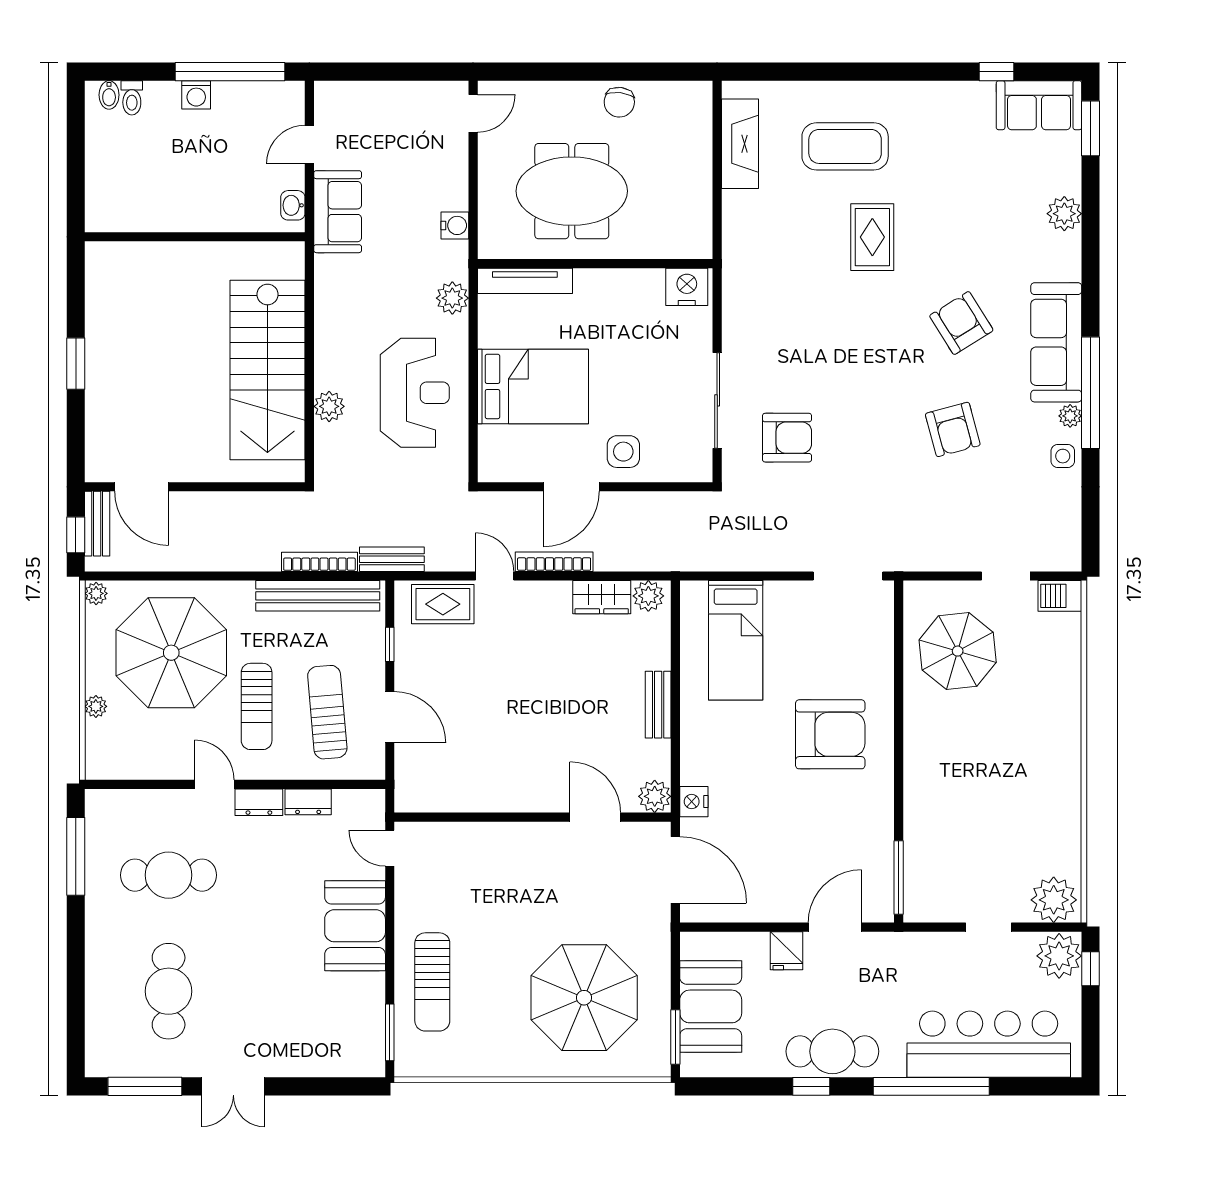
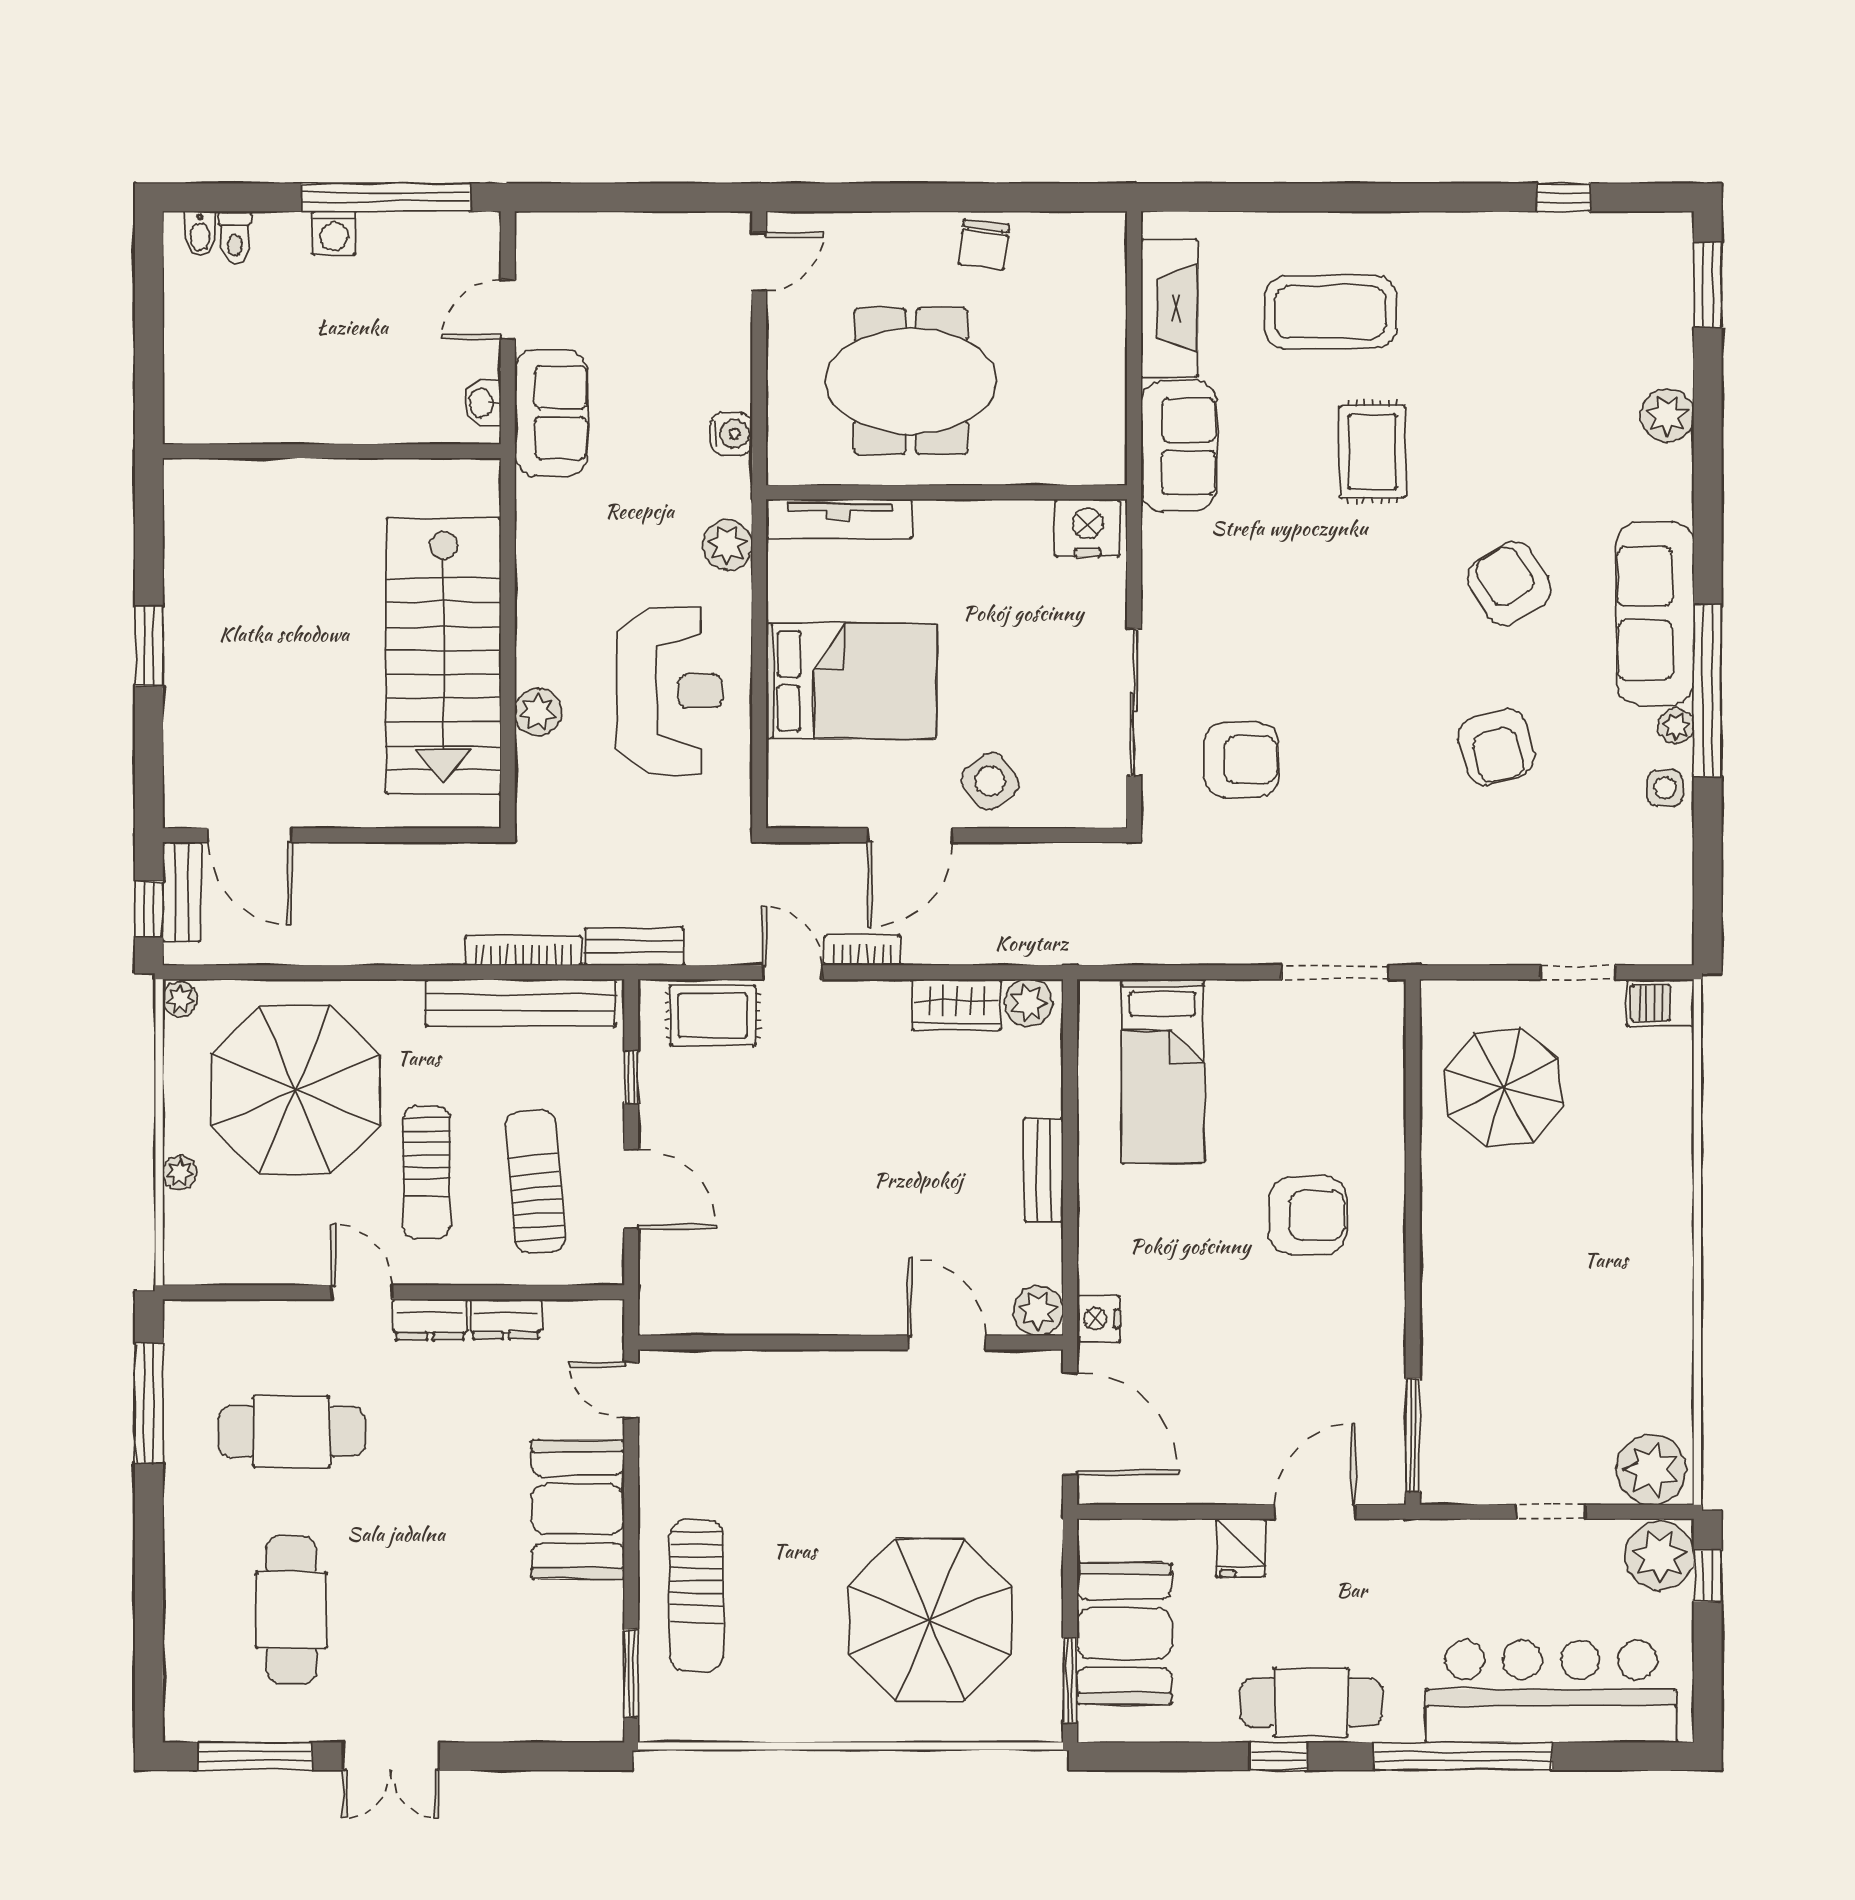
sofa: (1039, 105) -> (1179, 446), moved, turned -90
side table: (623, 452) -> (990, 781), turned -38
bookcase: (554, 562) -> (862, 950), width x0.64
armchair: (830, 734) -> (1308, 1215), width x0.73, depth x0.73

